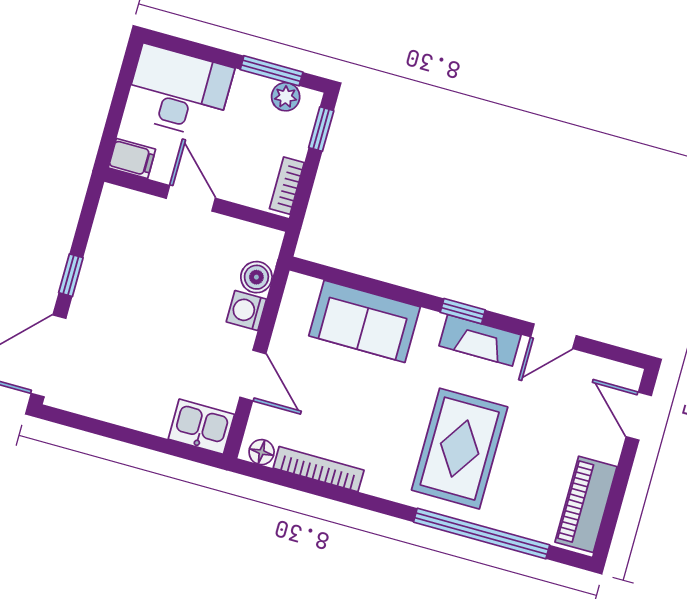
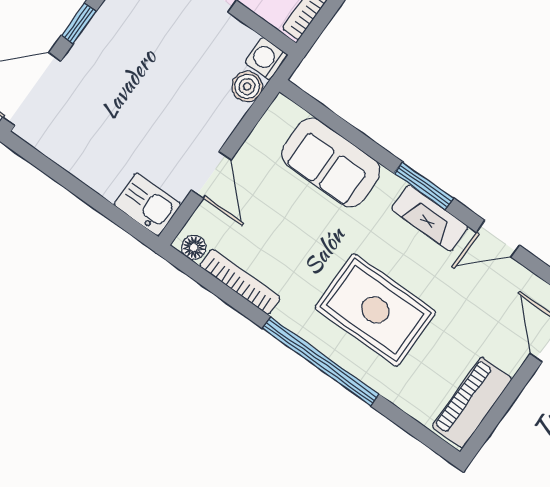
washing machine: (246, 311) -> (266, 59), moved
window: (463, 311) -> (424, 186), width x1.50
rug: (460, 449) -> (375, 310), turned 90
window: (482, 534) -> (321, 361), moved

